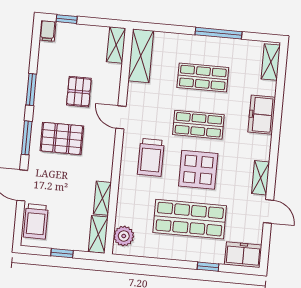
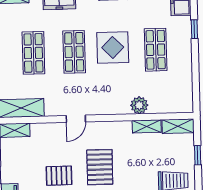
pallet: (79, 92) -> (59, 176), moved
trolley: (151, 157) -> (107, 89), removed
shop shelf: (190, 219) -> (156, 50), width x0.70, depth x0.74
plant: (124, 236) -> (139, 105), moved

